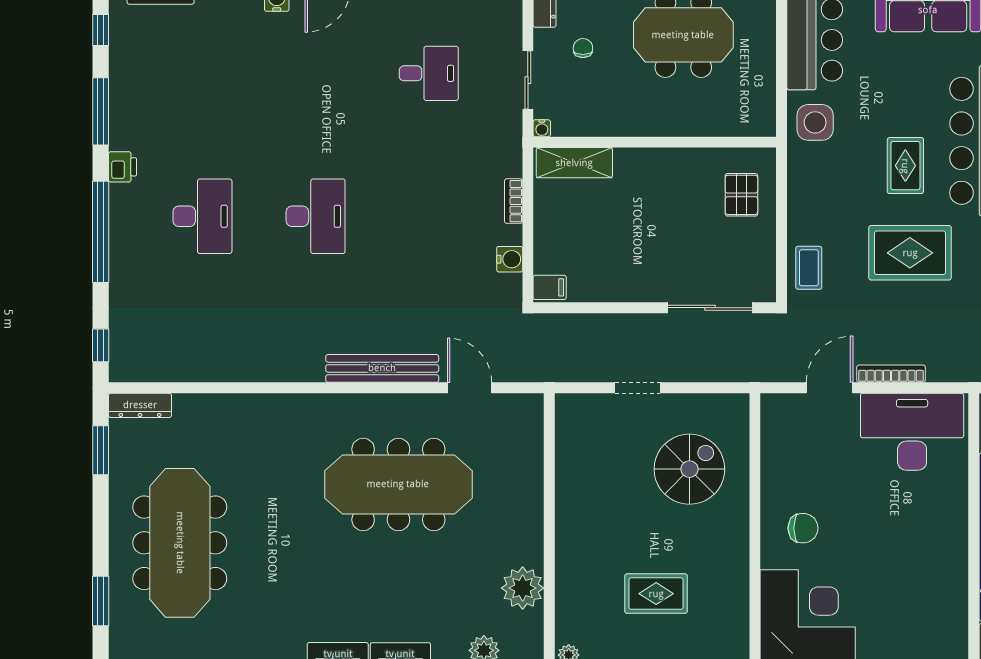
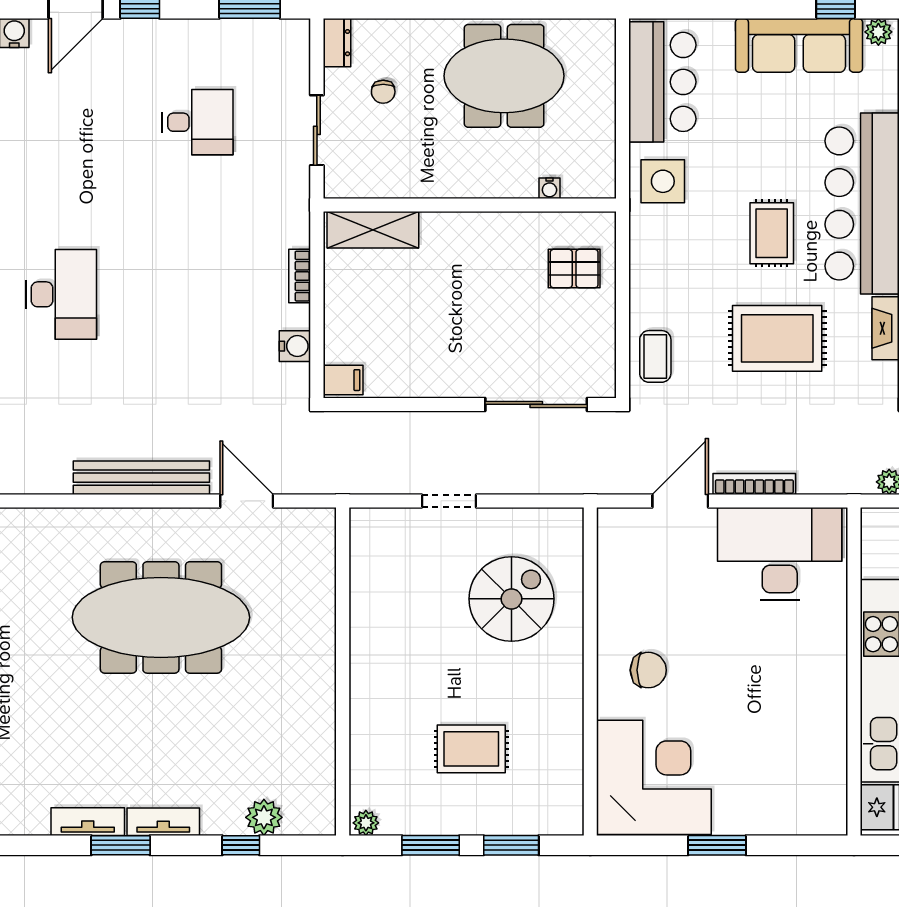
chair: (583, 48) -> (383, 92), turned 180
water cooler: (542, 128) -> (549, 188), moved
pallet: (741, 195) -> (574, 269), turned 90
plant: (523, 588) -> (310, 742), removed

